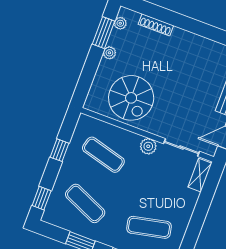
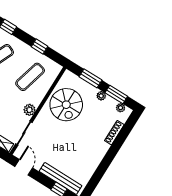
window: (89, 72) -> (91, 78), added
spiral stairs: (131, 98) -> (66, 105), turned -90

